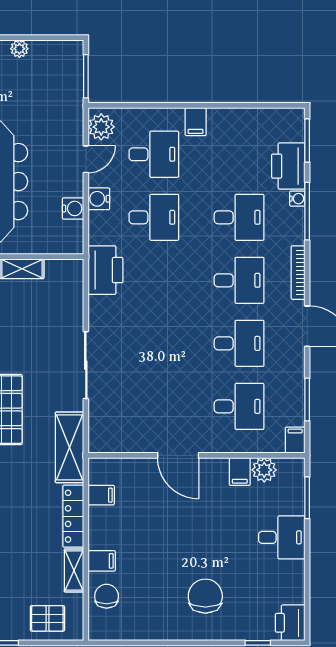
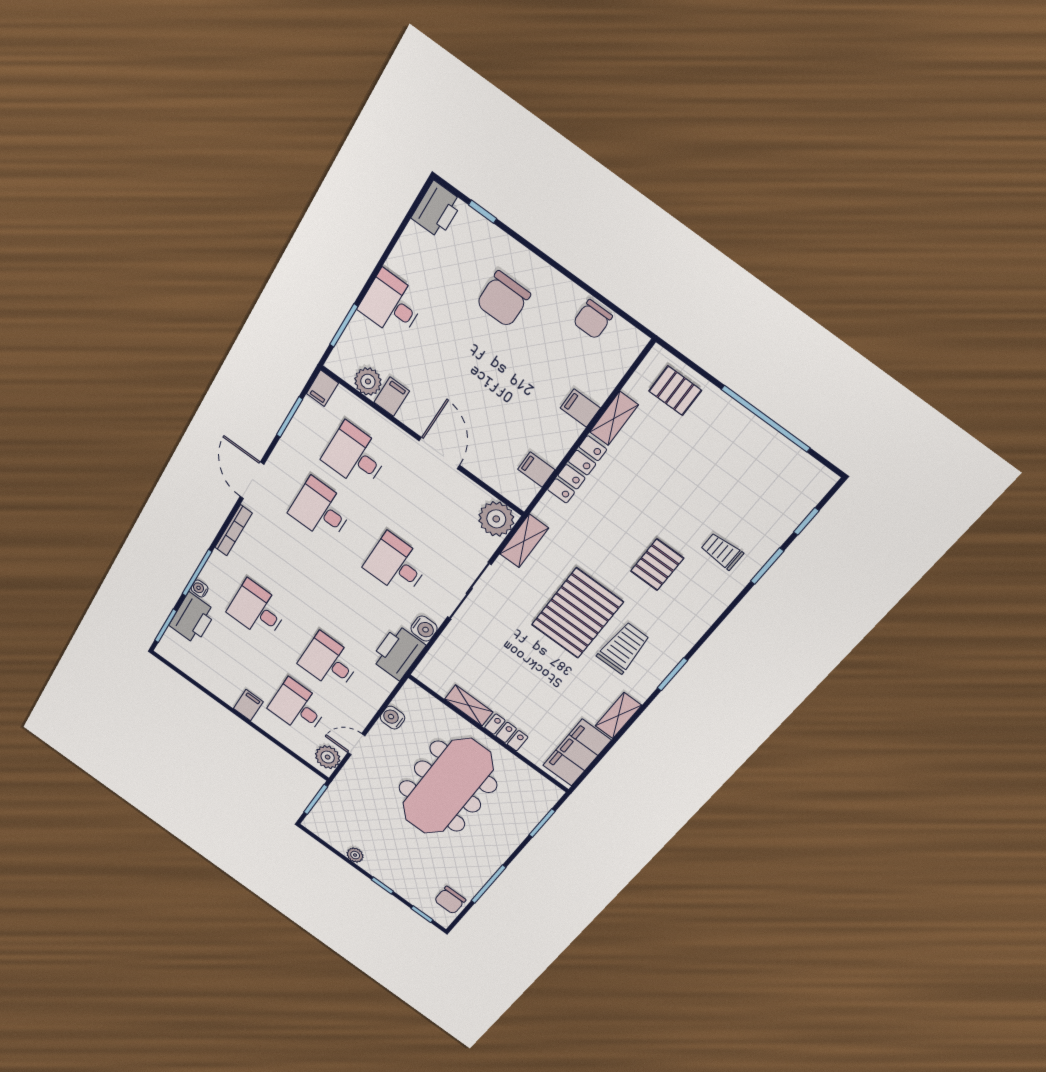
water cooler: (99, 199) -> (424, 629), moved
desk: (239, 280) -> (396, 565), moved
plant: (104, 437) -> (496, 519), added
shelving: (69, 447) -> (524, 541), width x0.67, depth x0.75
chair: (107, 596) -> (593, 319), moved

